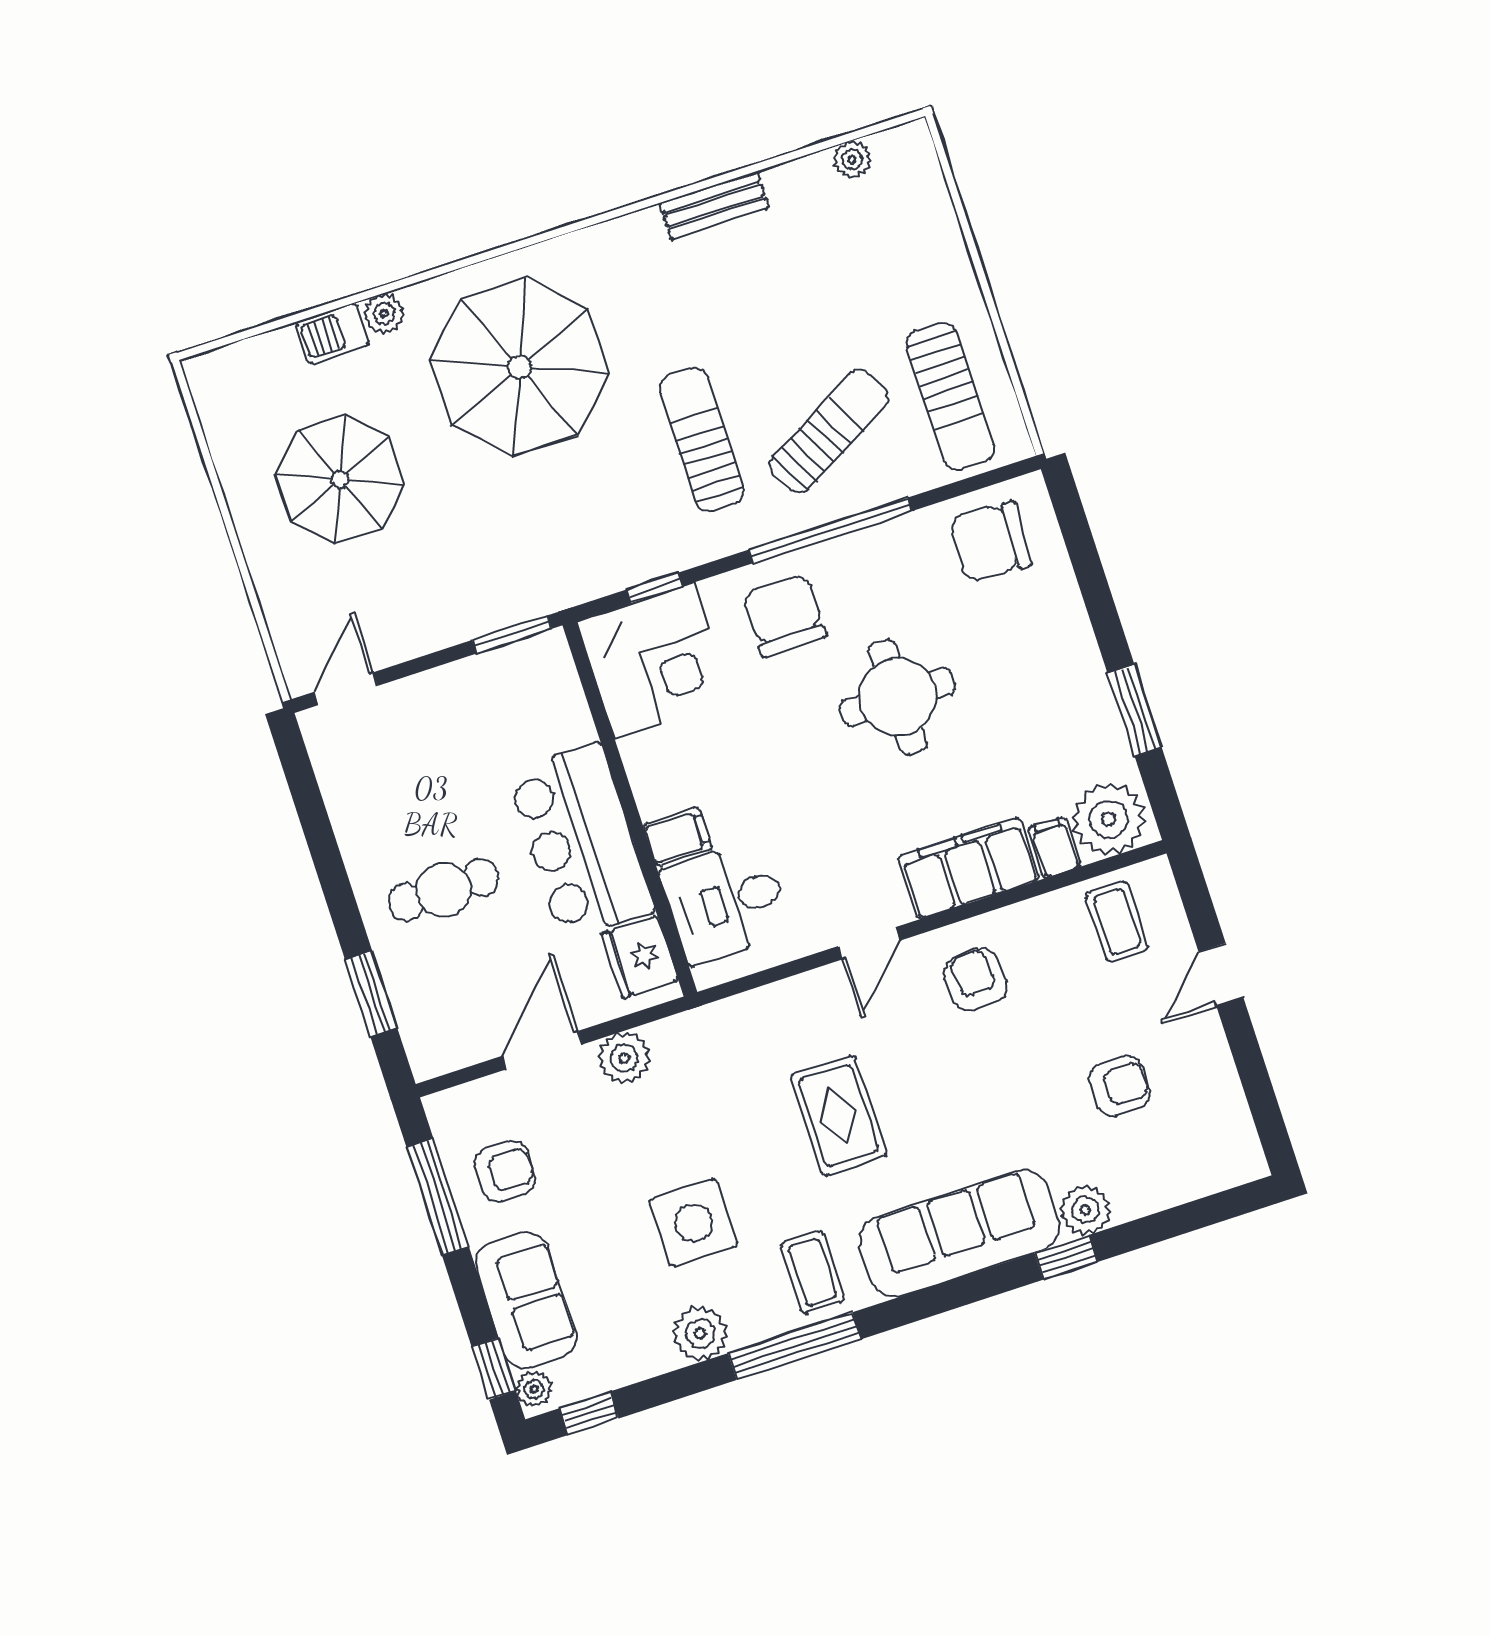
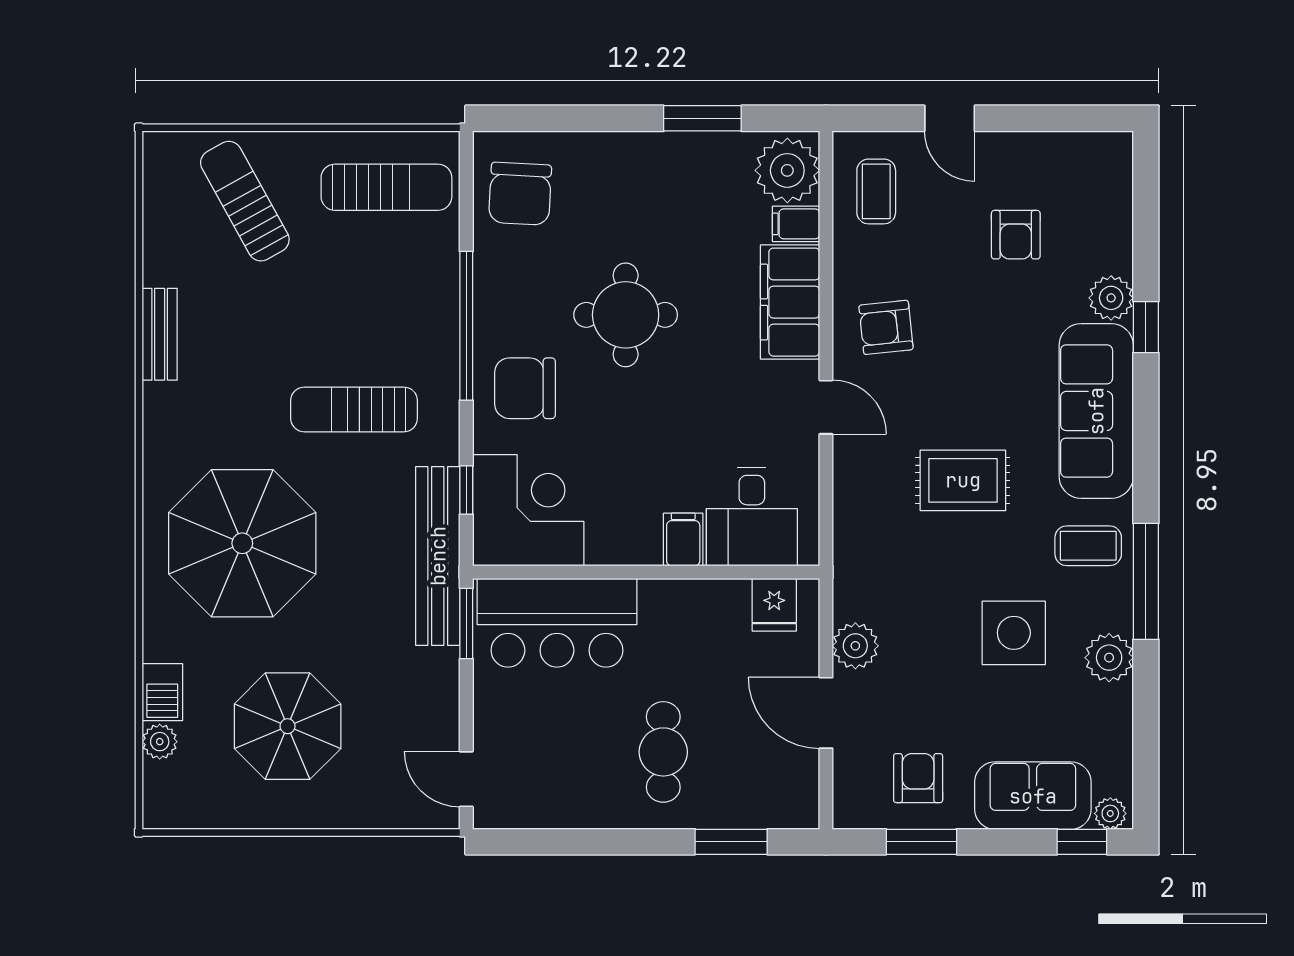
plant: (852, 159) -> (159, 205), removed
plant: (384, 314) -> (160, 742), moved
sun lounger: (829, 432) -> (245, 201), moved
bench: (574, 580) -> (438, 556), added
bar counter: (581, 842) -> (557, 623), moved
coffee table: (1117, 922) -> (876, 191), turned 90
fridge: (640, 957) -> (774, 605), width x0.72
armchair: (1120, 1086) -> (1016, 235), turned 180
window: (438, 1197) -> (921, 842), width x0.69
window: (589, 1413) -> (1146, 774), removed

